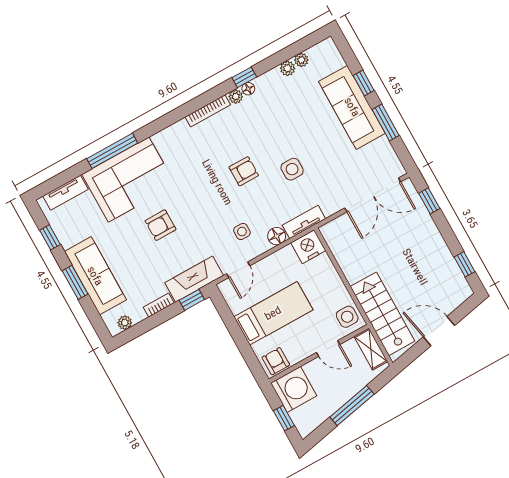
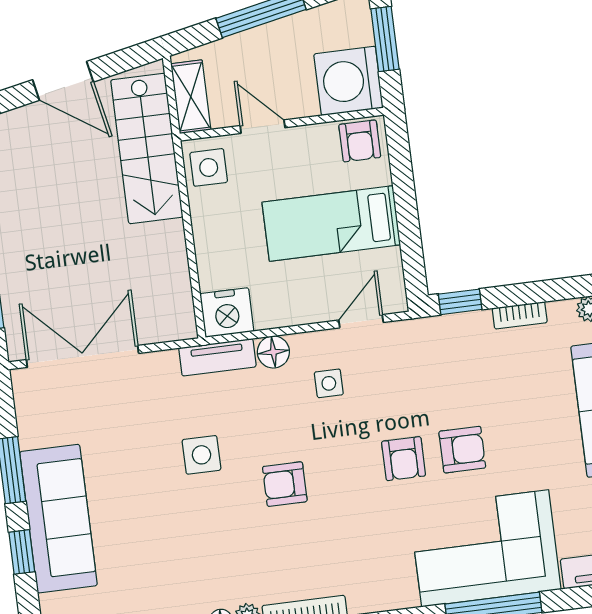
armchair: (189, 209) -> (404, 459), added
fireplace: (194, 279) -> (442, 335), removed
window: (284, 418) -> (385, 39), width x1.50

